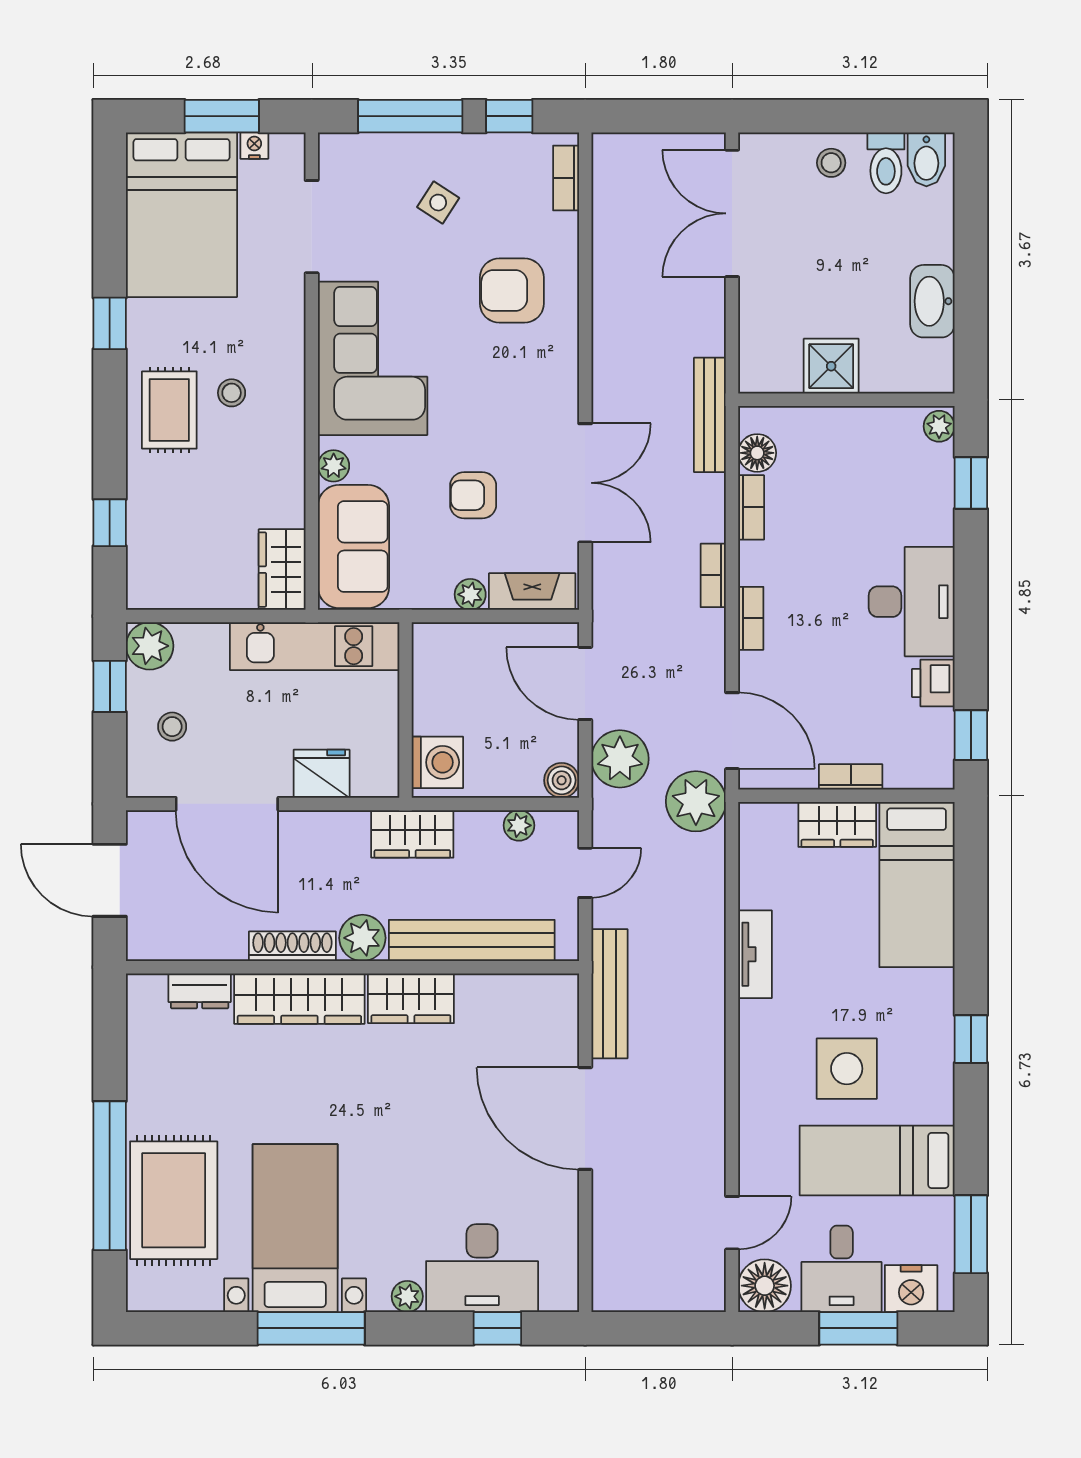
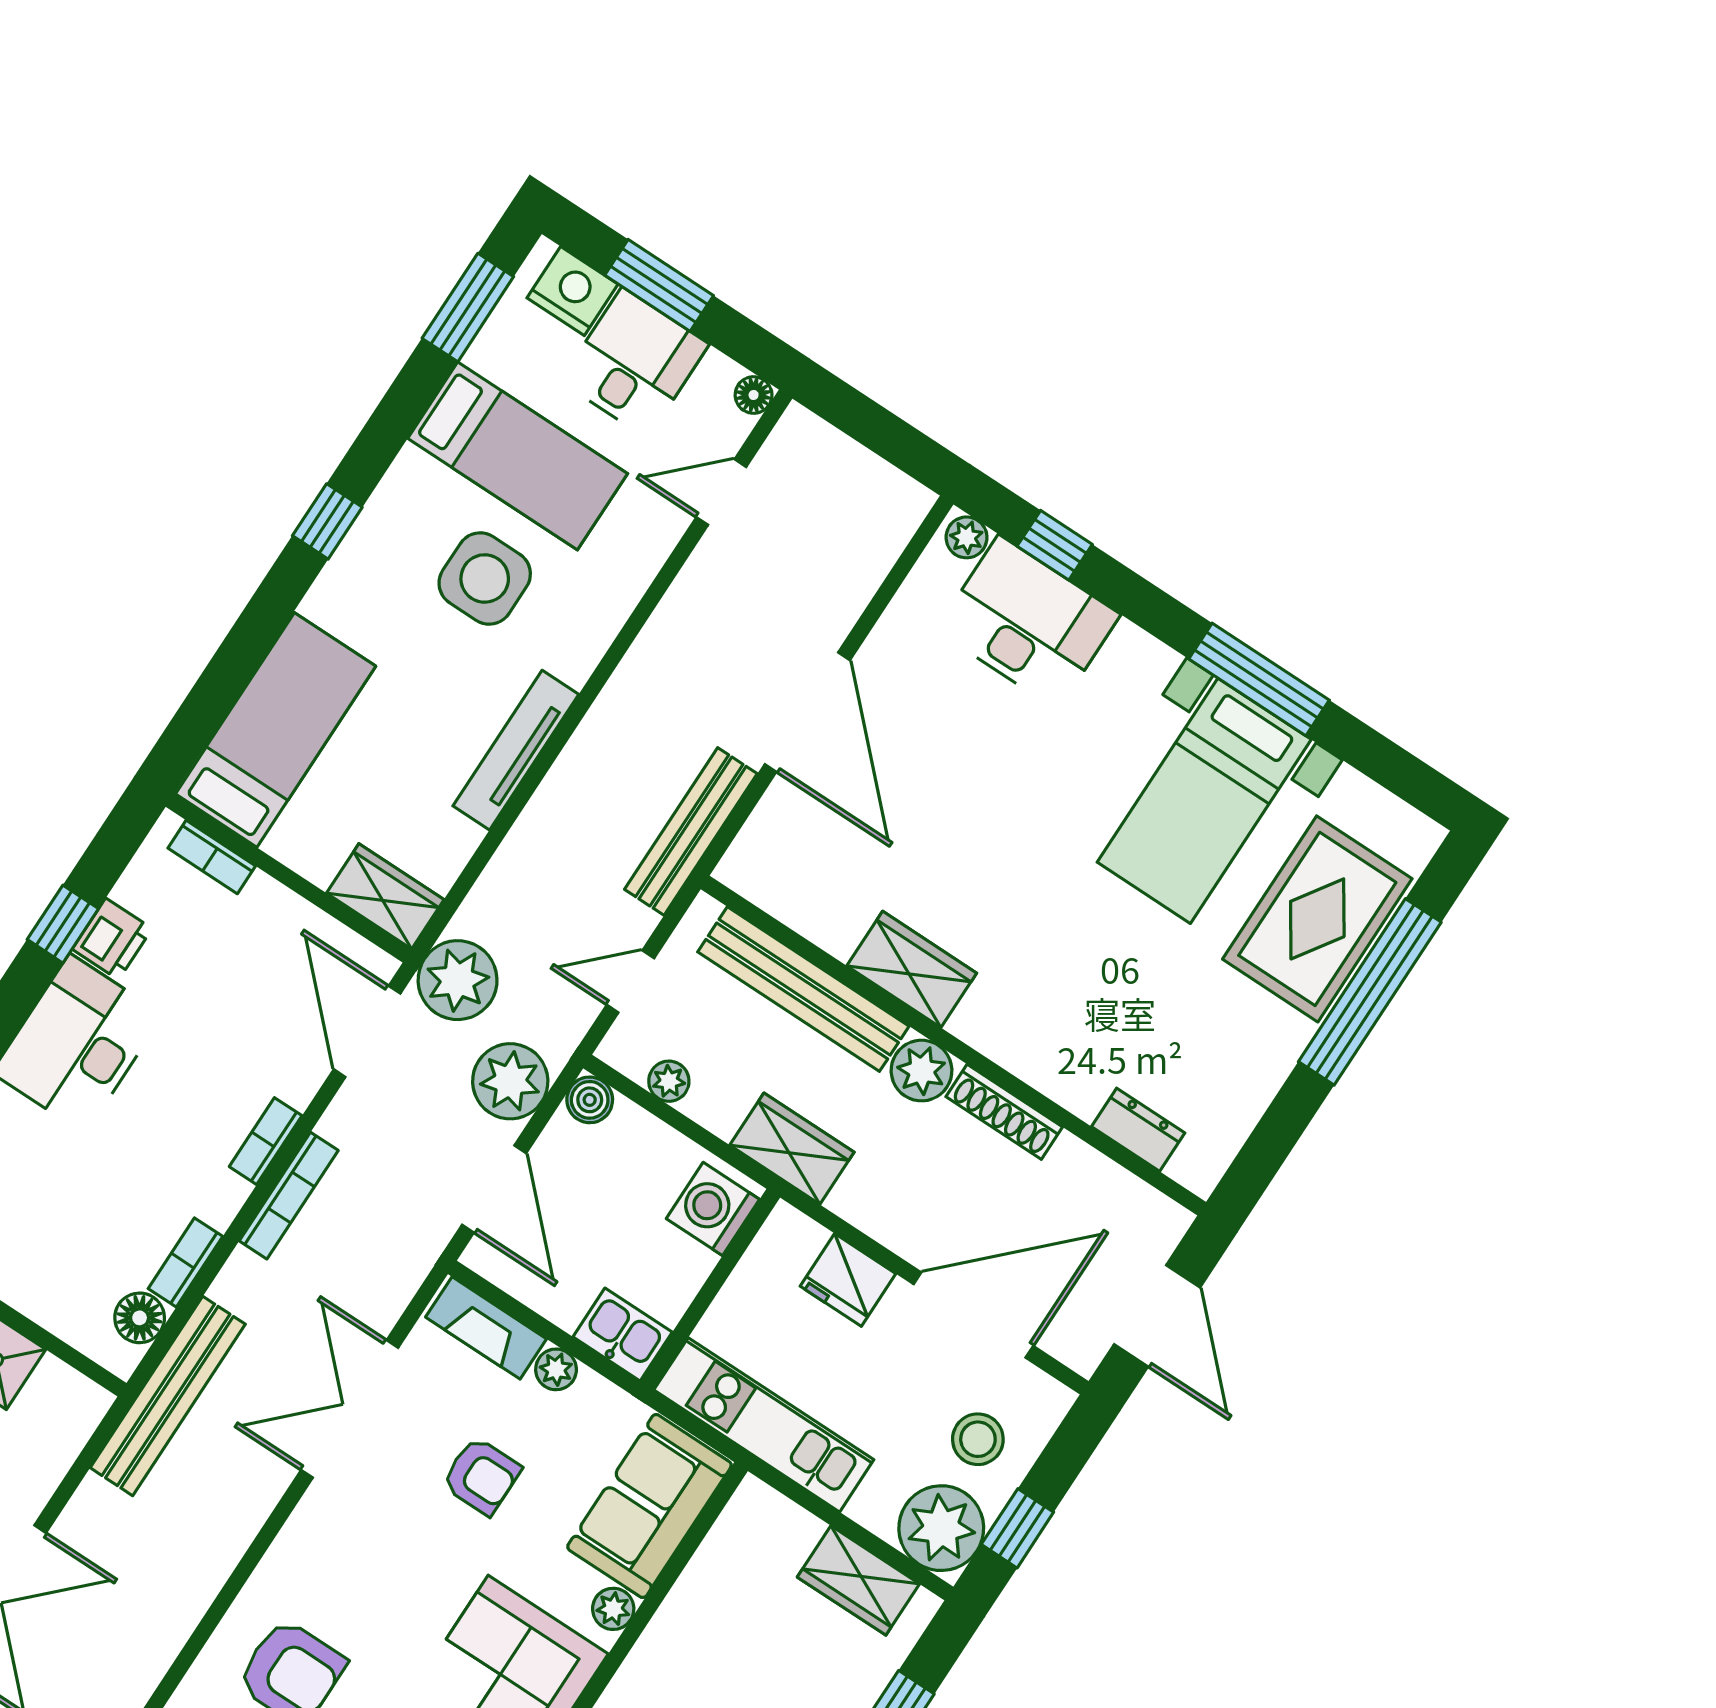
bench: (710, 415) -> (168, 1396), width x1.37, depth x1.21
wardrobe: (282, 570) -> (858, 1580), moved, turned 90
bookcase: (713, 575) -> (289, 1196), width x1.56
kitchen sink: (442, 645) -> (623, 1335), added
plant: (150, 646) -> (941, 1528), width x1.36, depth x1.36
stool: (172, 727) -> (978, 1439), width x1.37, depth x1.37
window: (971, 735) -> (63, 924), moved
bookcase: (851, 777) -> (212, 857), moved
door: (227, 804) -> (973, 1315), hinge flipped
wardrobe: (837, 824) -> (385, 896), moved
tv unit: (755, 954) -> (516, 750), width x1.41
wardrobe: (299, 999) -> (1034, 1049), removed
floor lamp: (765, 1286) -> (754, 395), width x0.53, depth x0.53
plant: (407, 1296) -> (967, 537), moved

